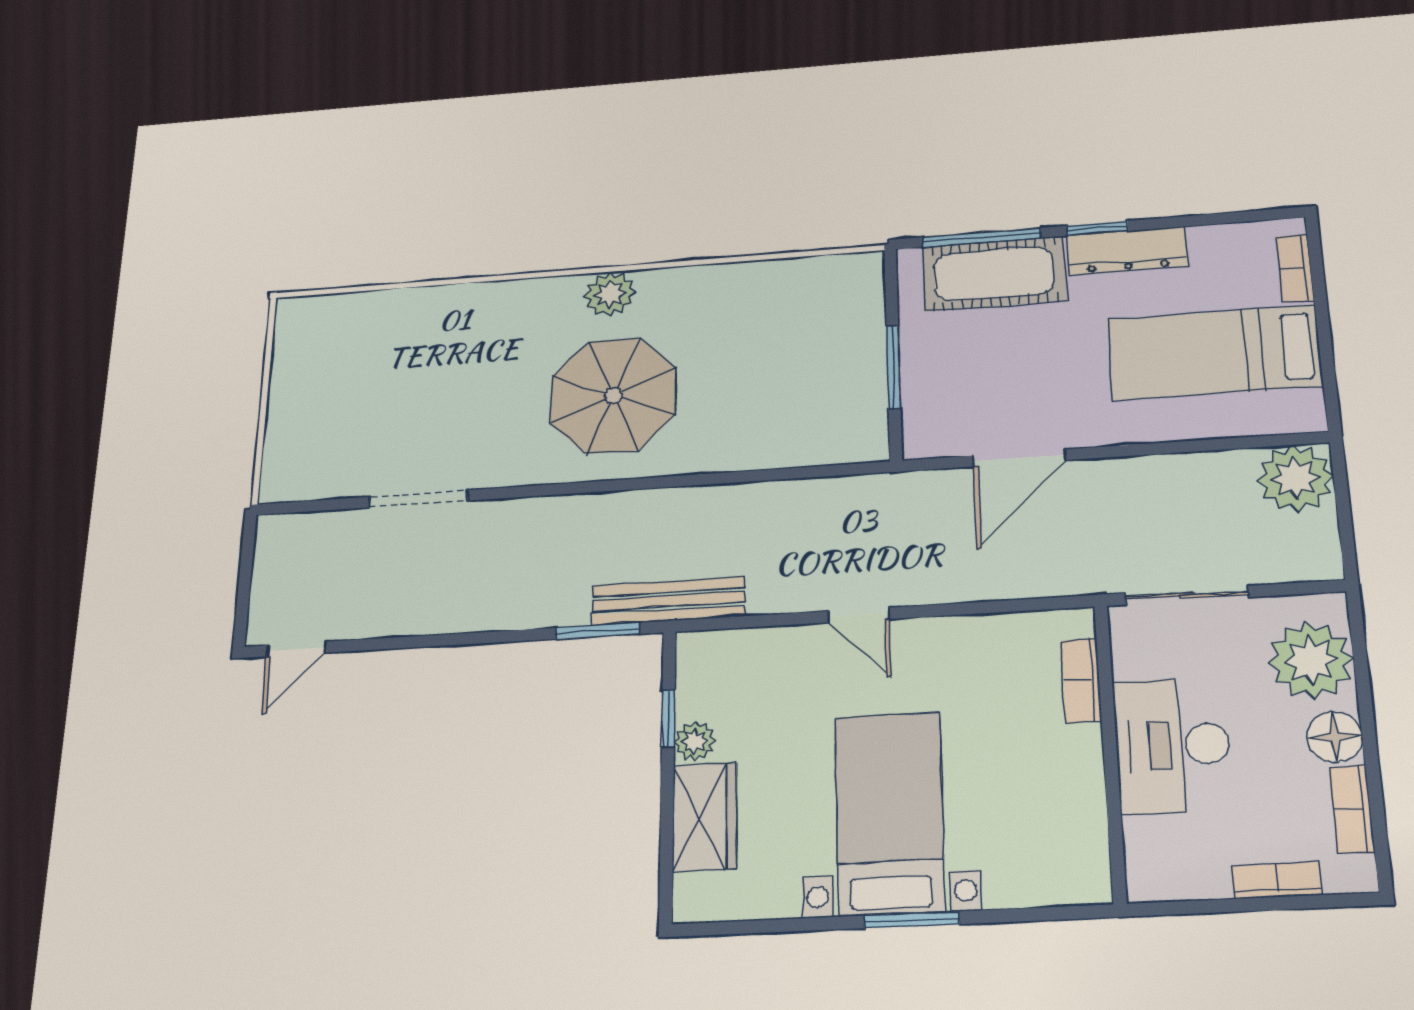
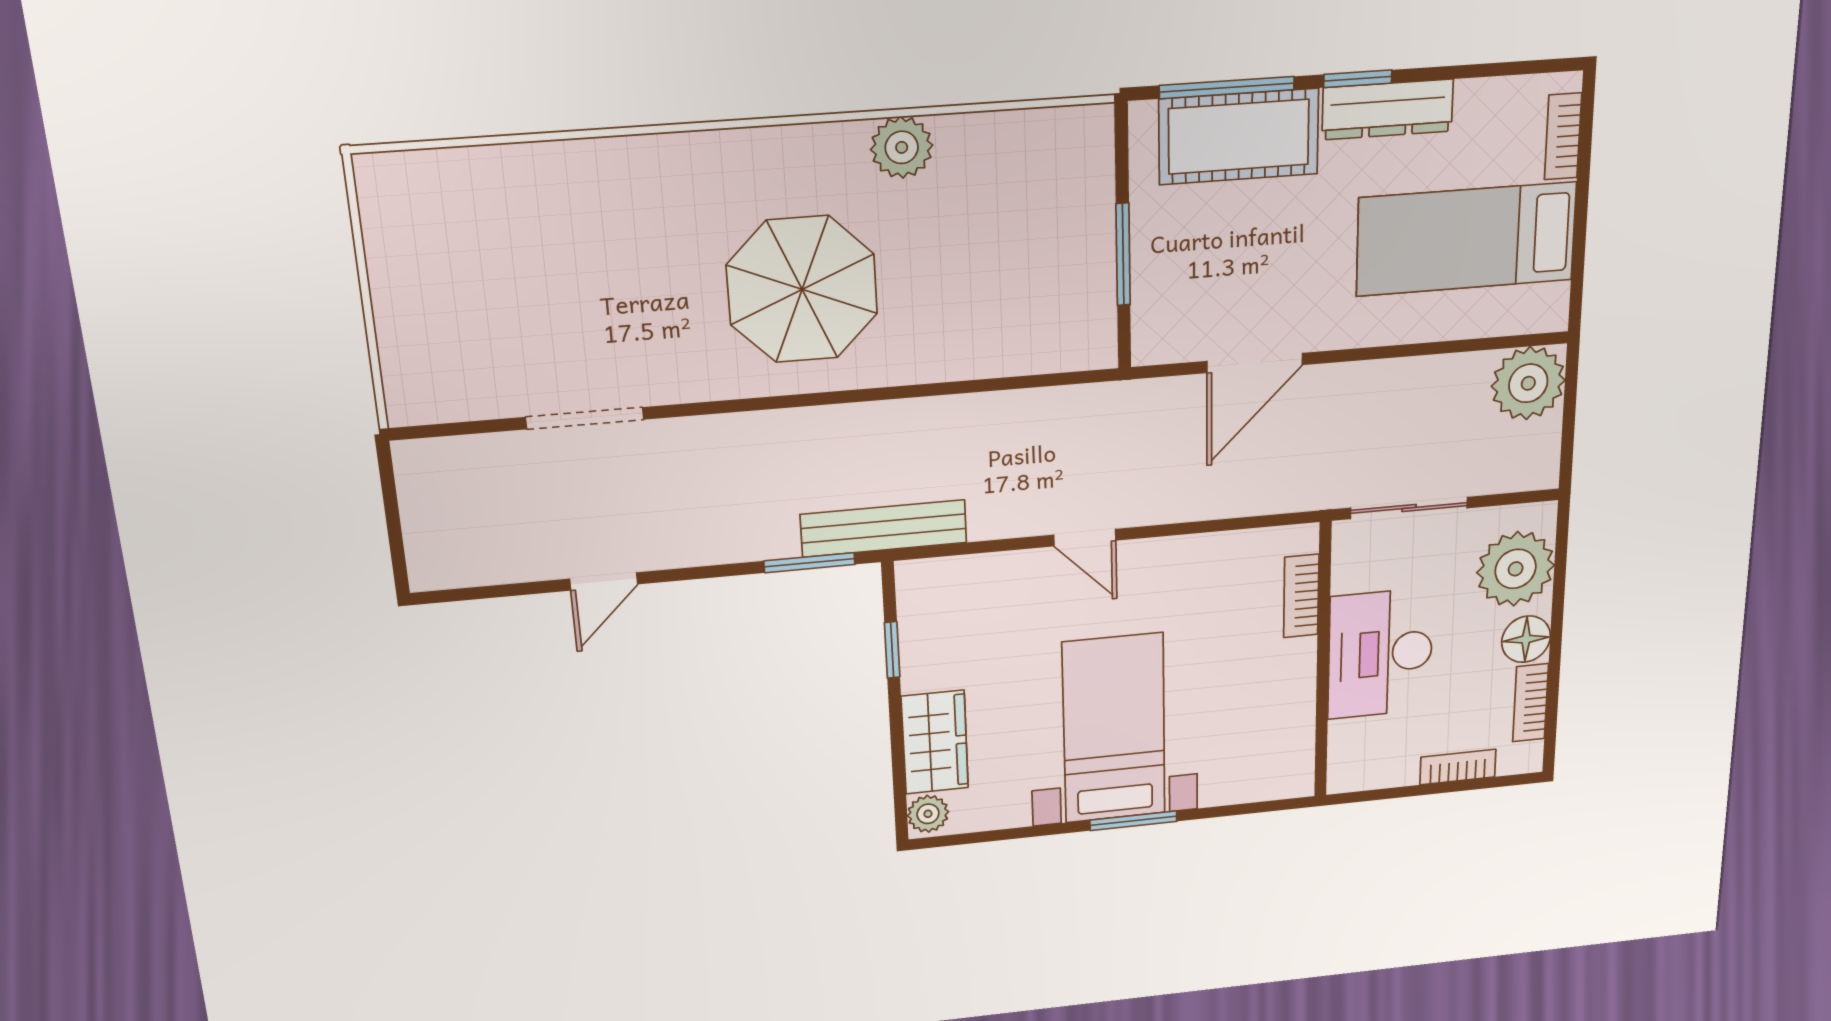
plant: (610, 294) -> (902, 147), moved
door: (296, 649) -> (604, 581), moved
plant: (695, 741) -> (928, 814), moved

